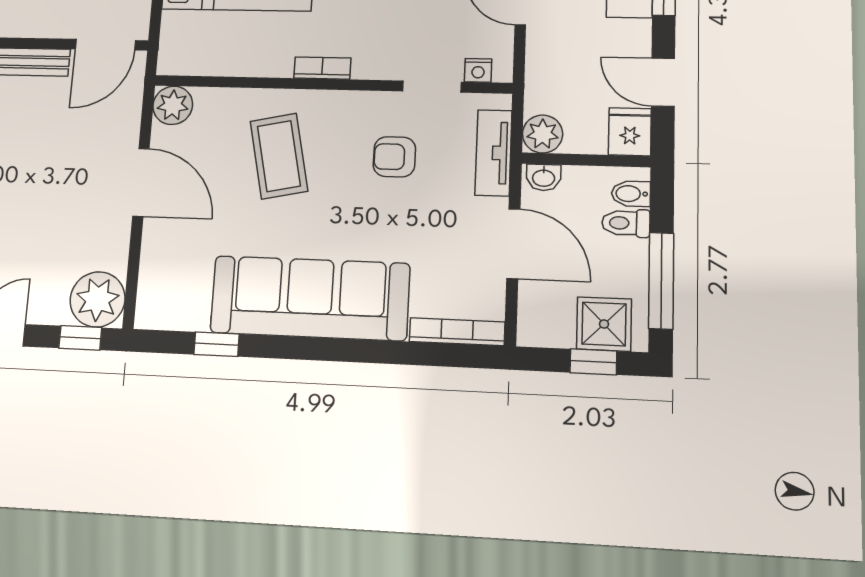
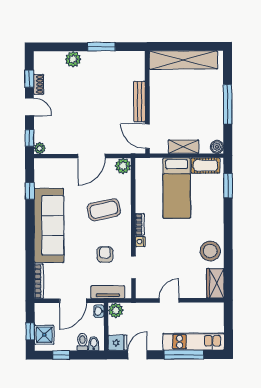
nightstand: (478, 70) -> (140, 242), moved
window: (661, 281) -> (61, 355), width x0.46
plant: (98, 299) -> (40, 148), width x0.53, depth x0.53

